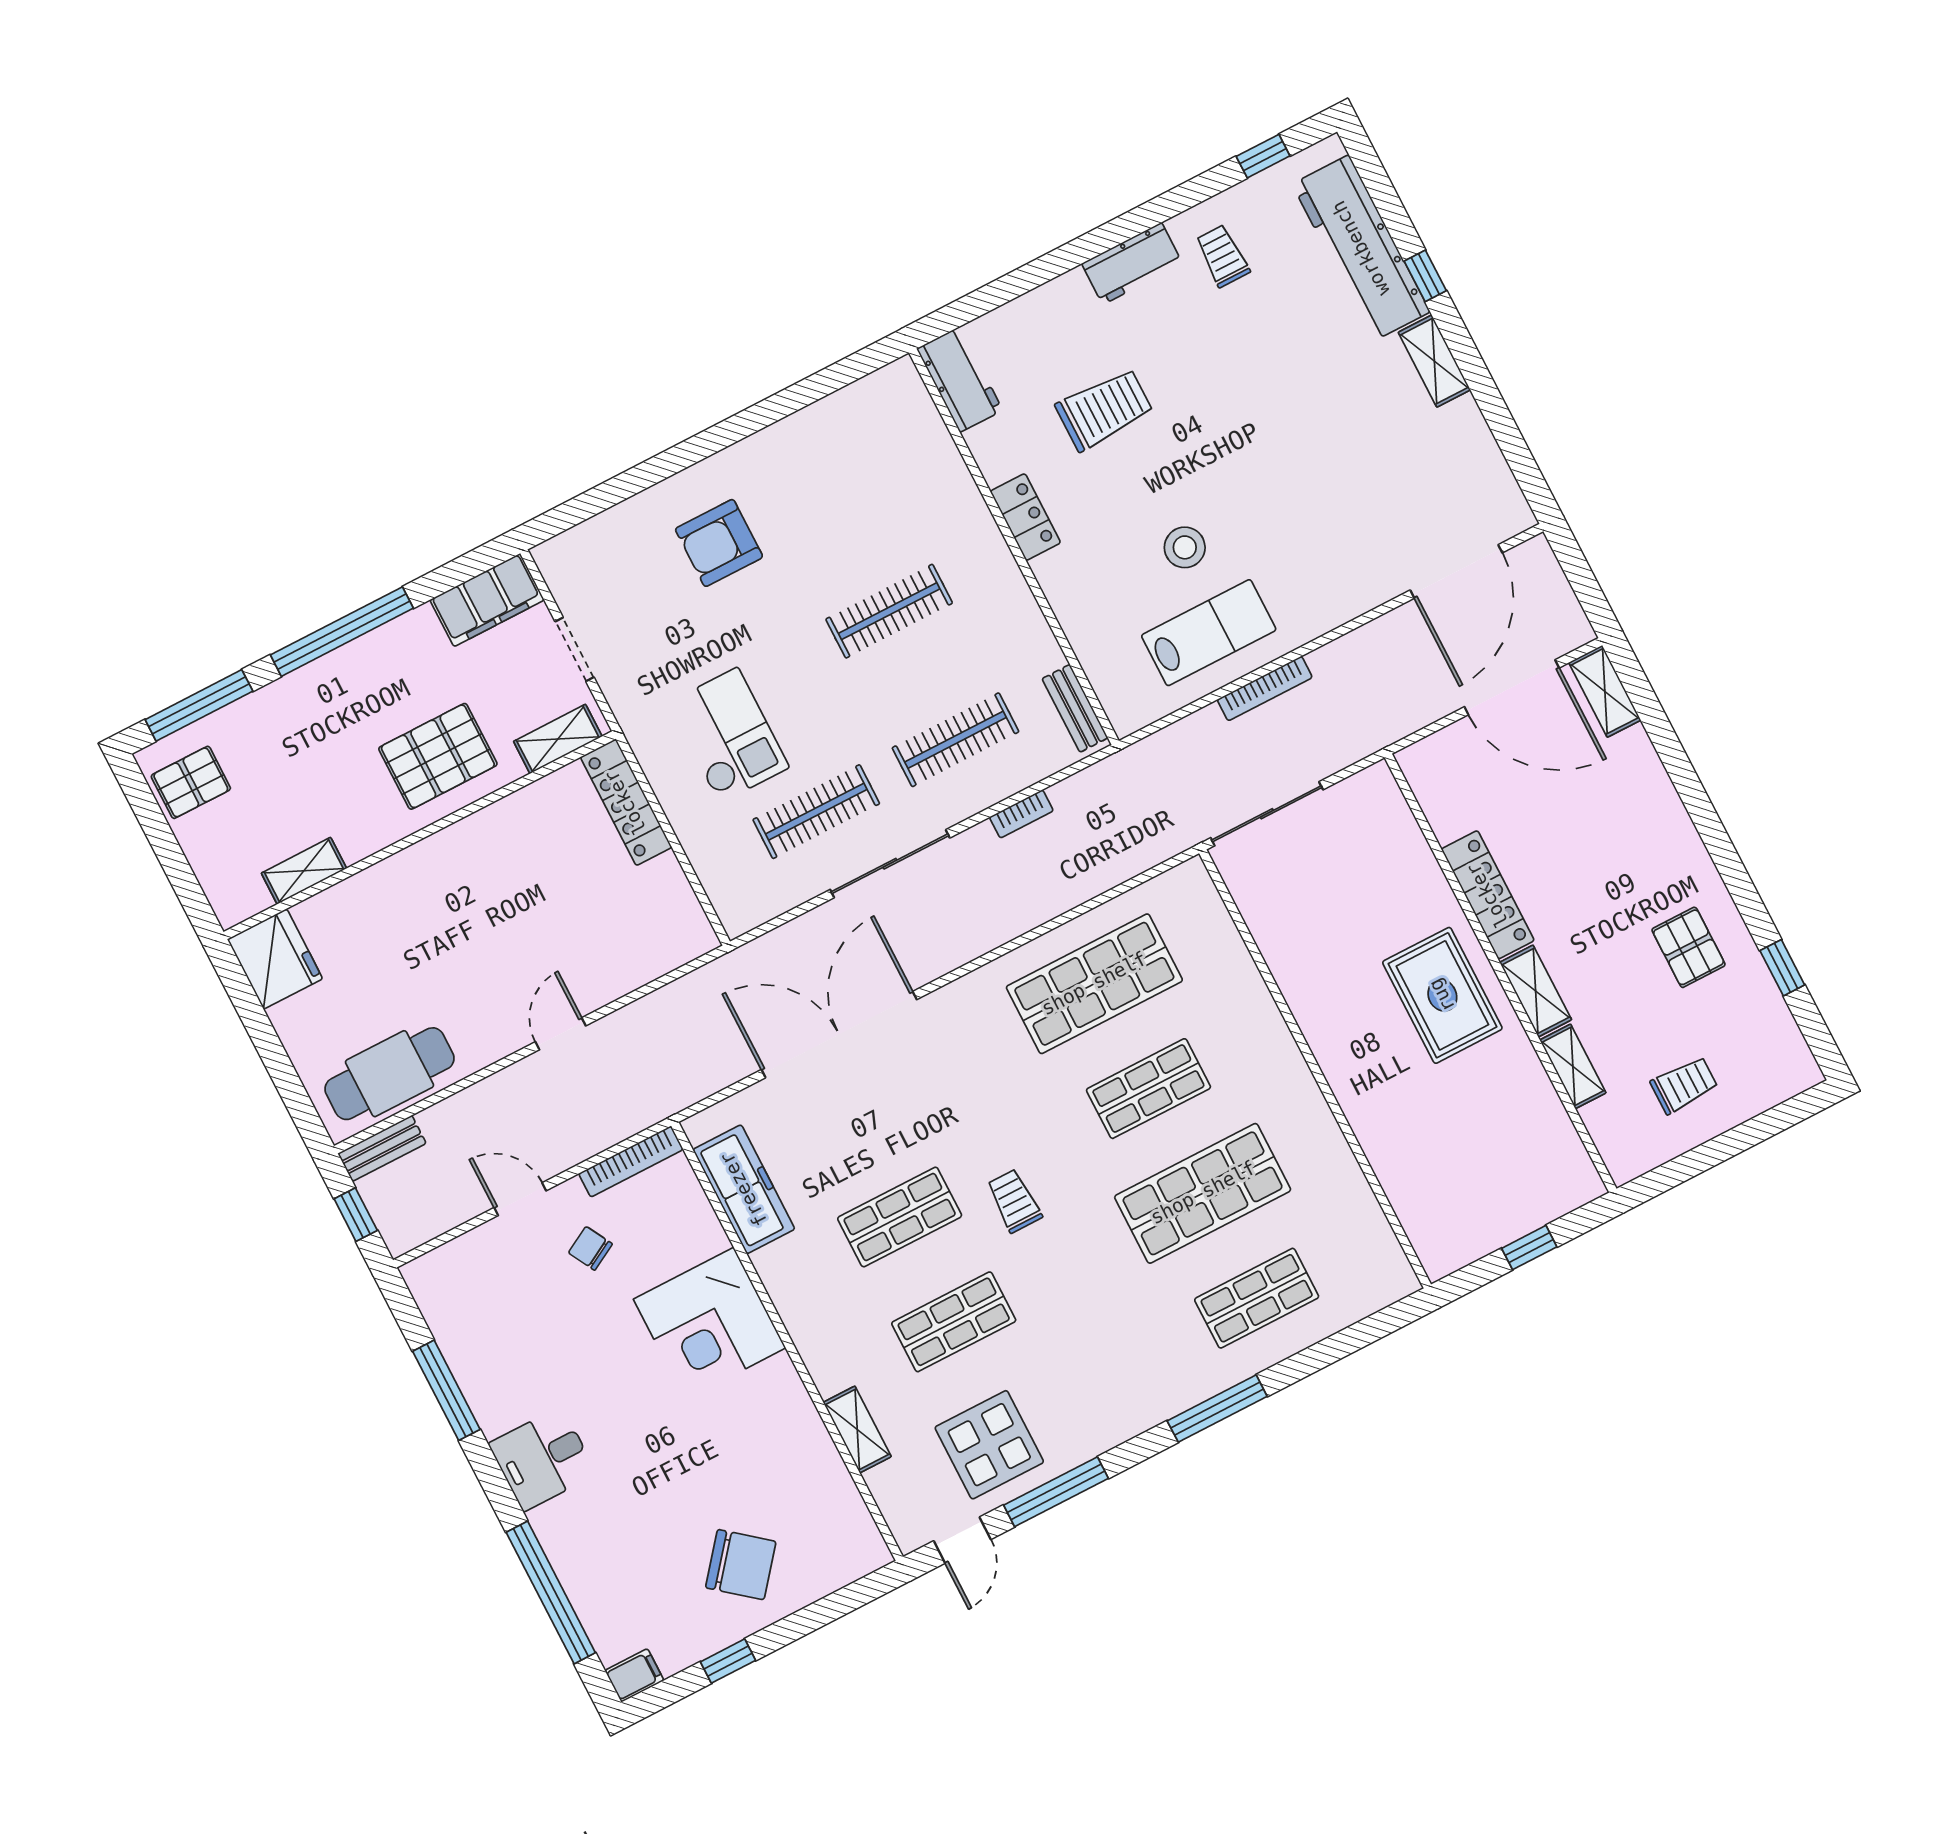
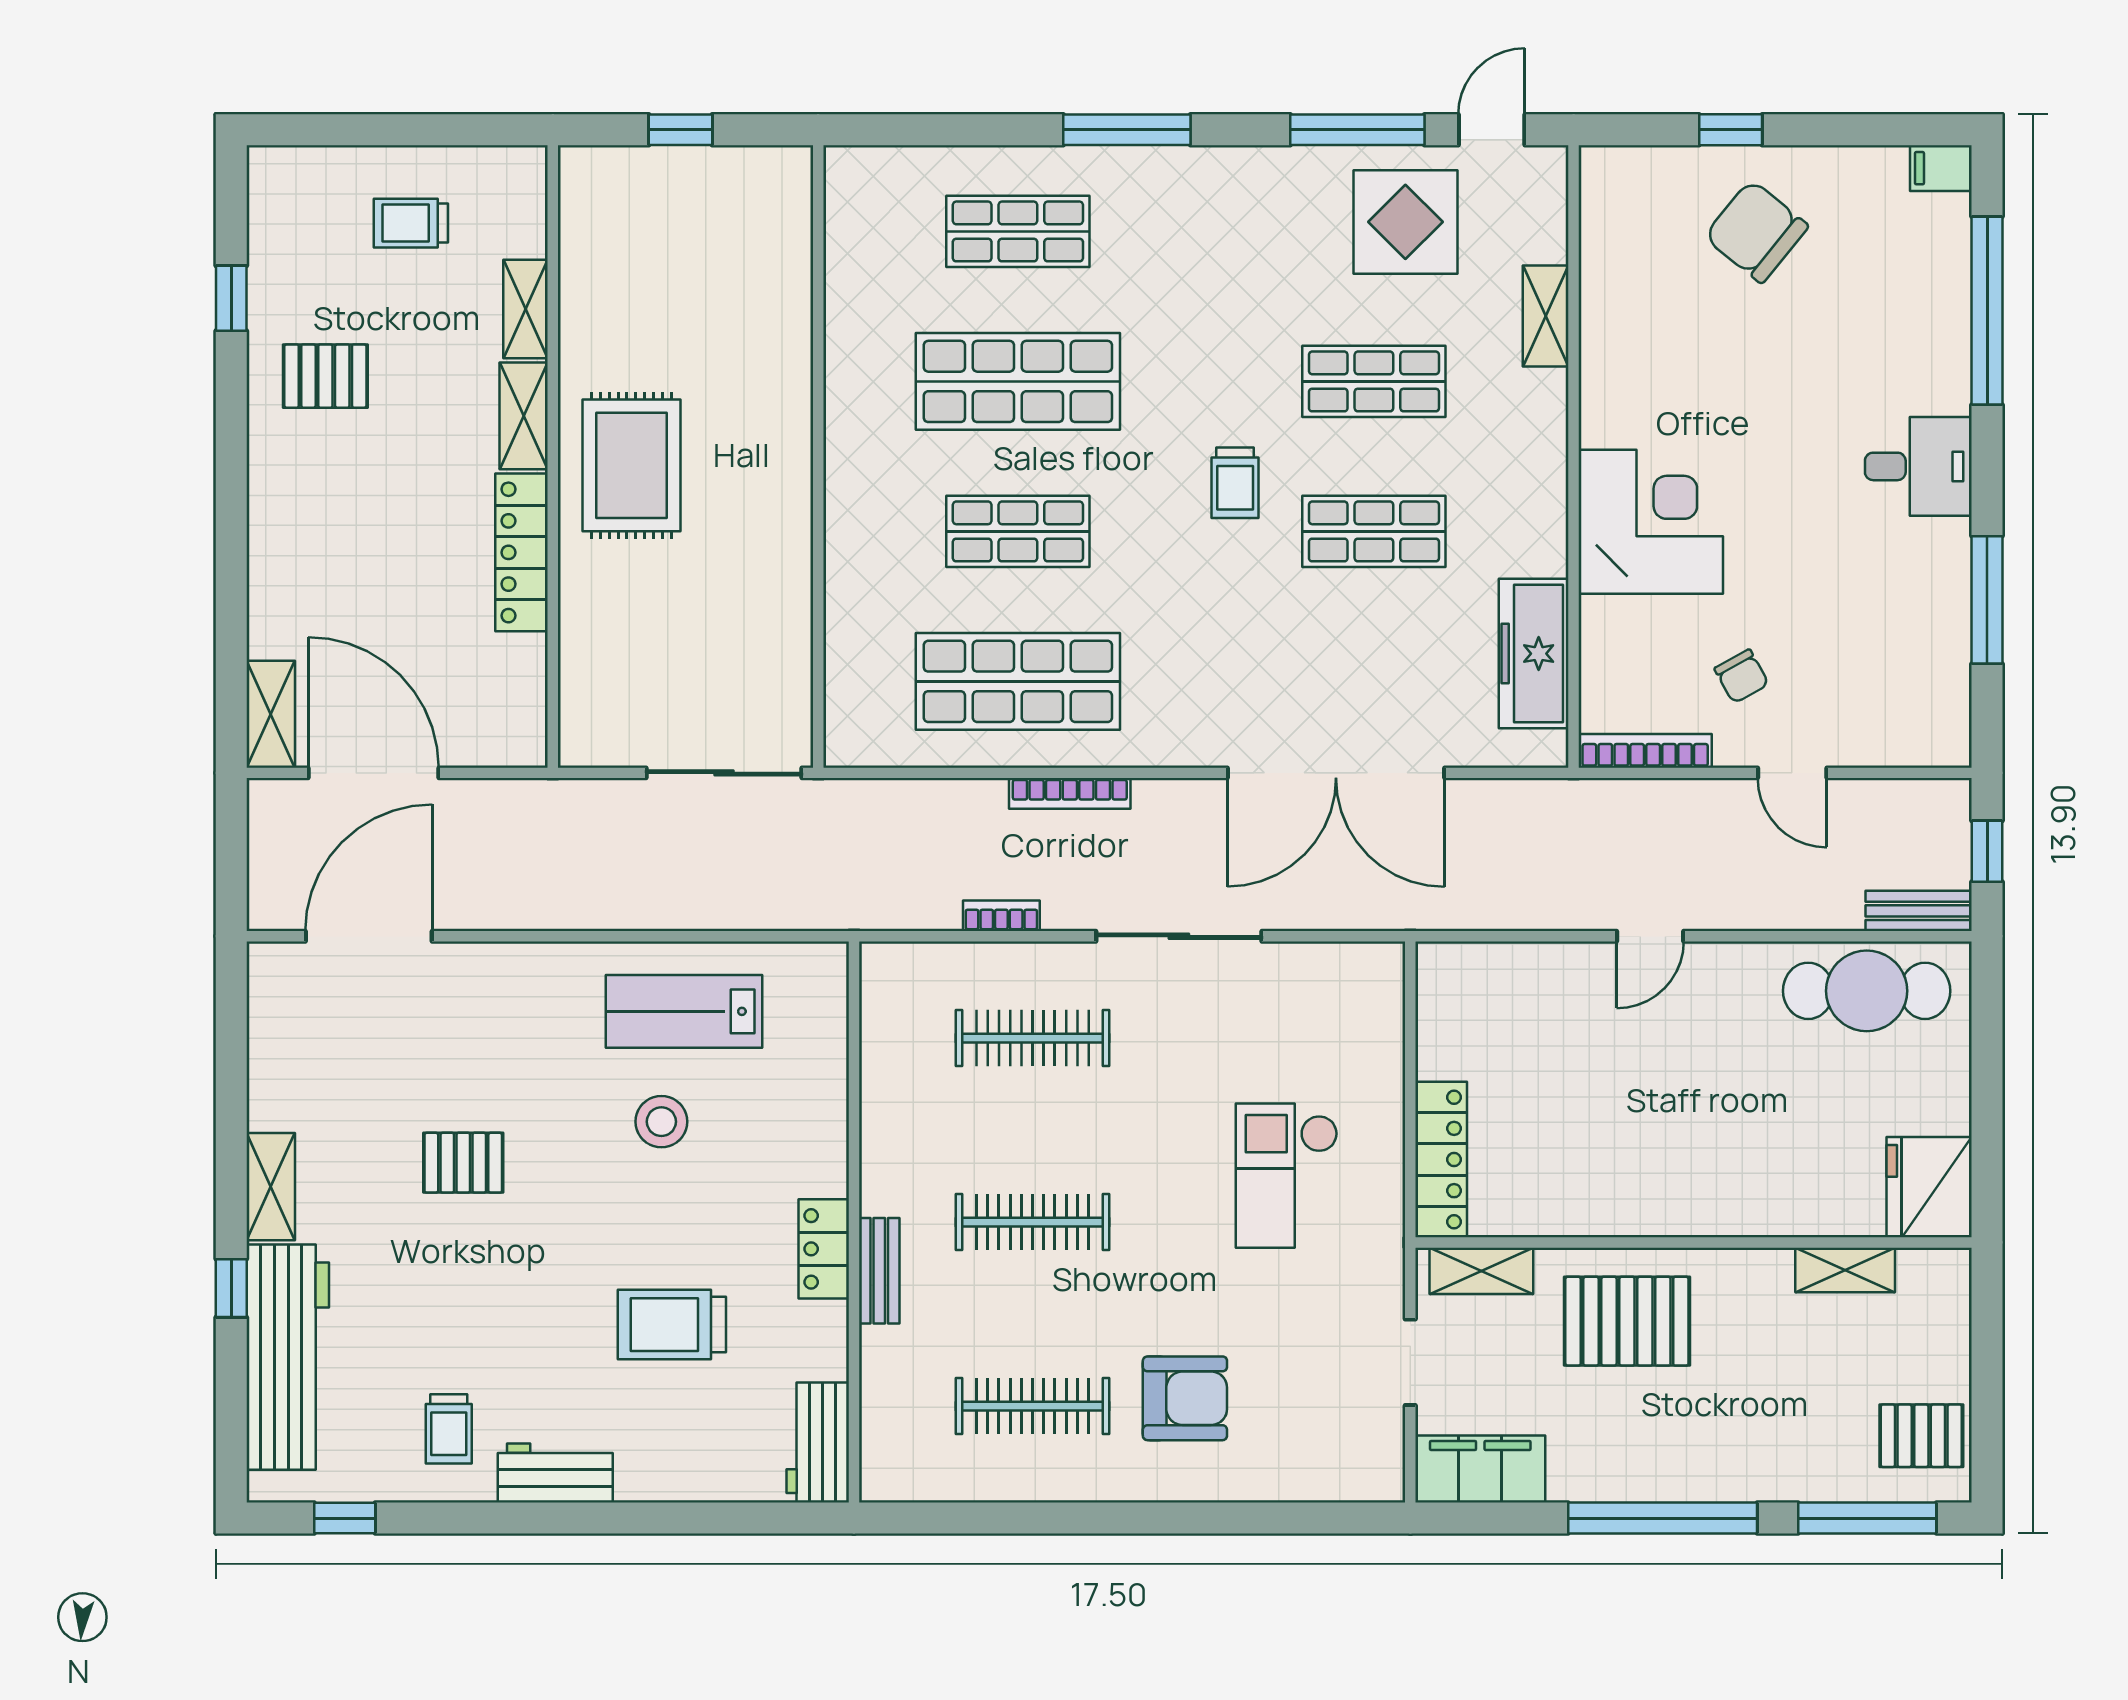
pallet: (1308, 447) -> (463, 1163), added
bookcase: (1265, 689) -> (1070, 793), moved, turned 180
bench: (1075, 708) -> (879, 1271), moved
clothes rail: (816, 812) -> (1033, 1406), moved
pallet: (1689, 947) -> (325, 376), turned 90
window: (728, 1661) -> (1731, 130), moved

